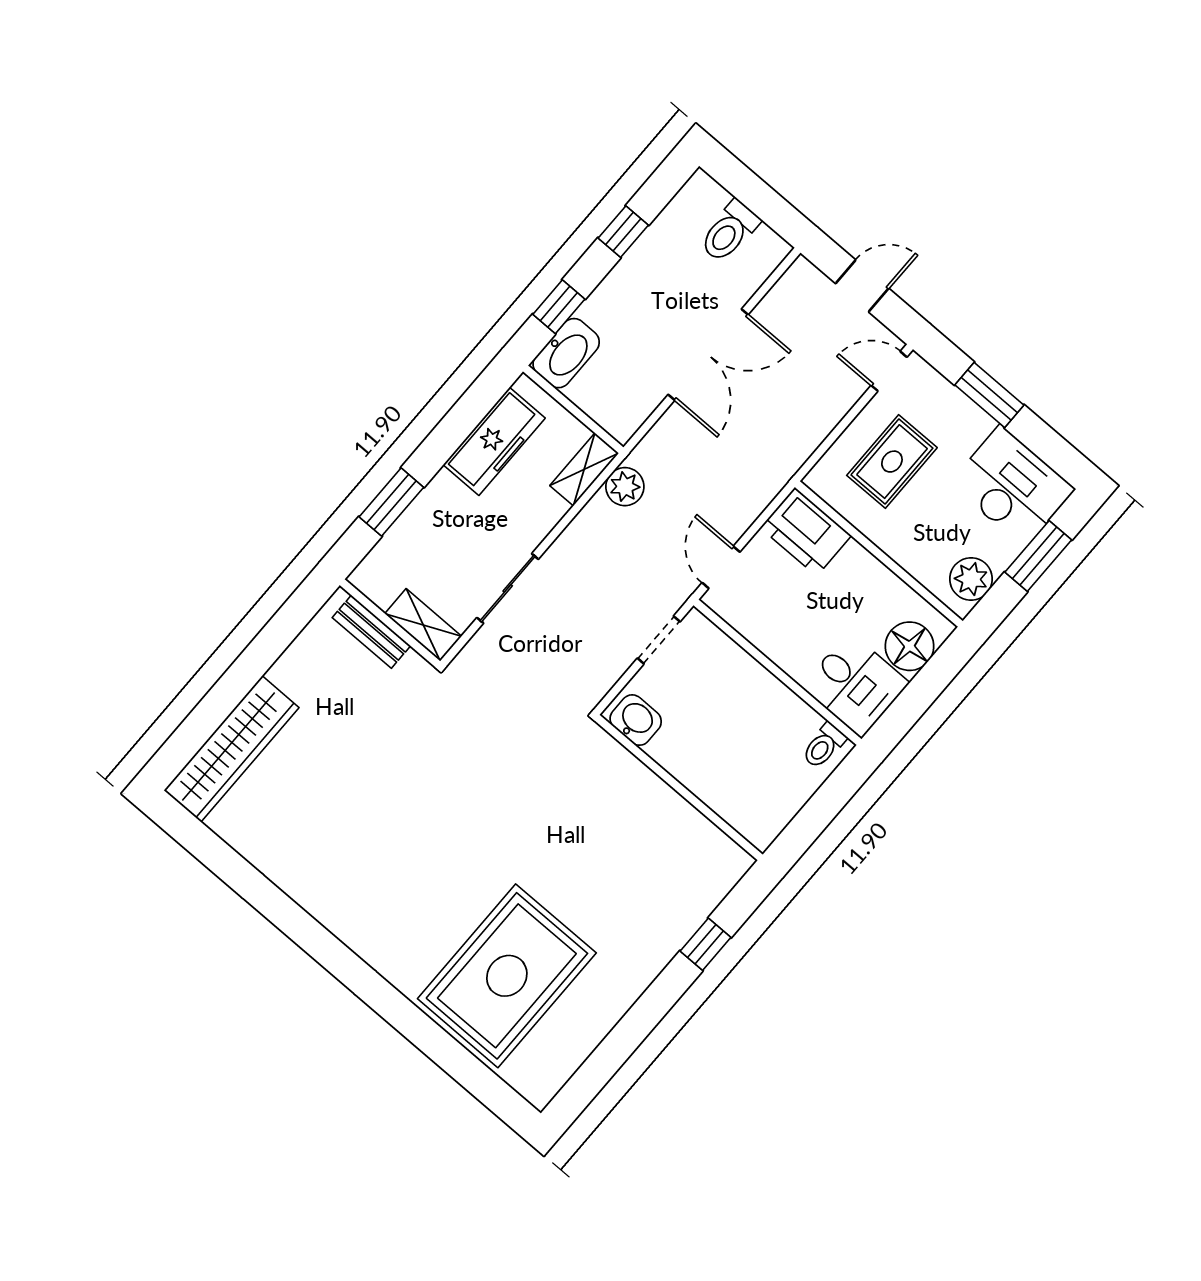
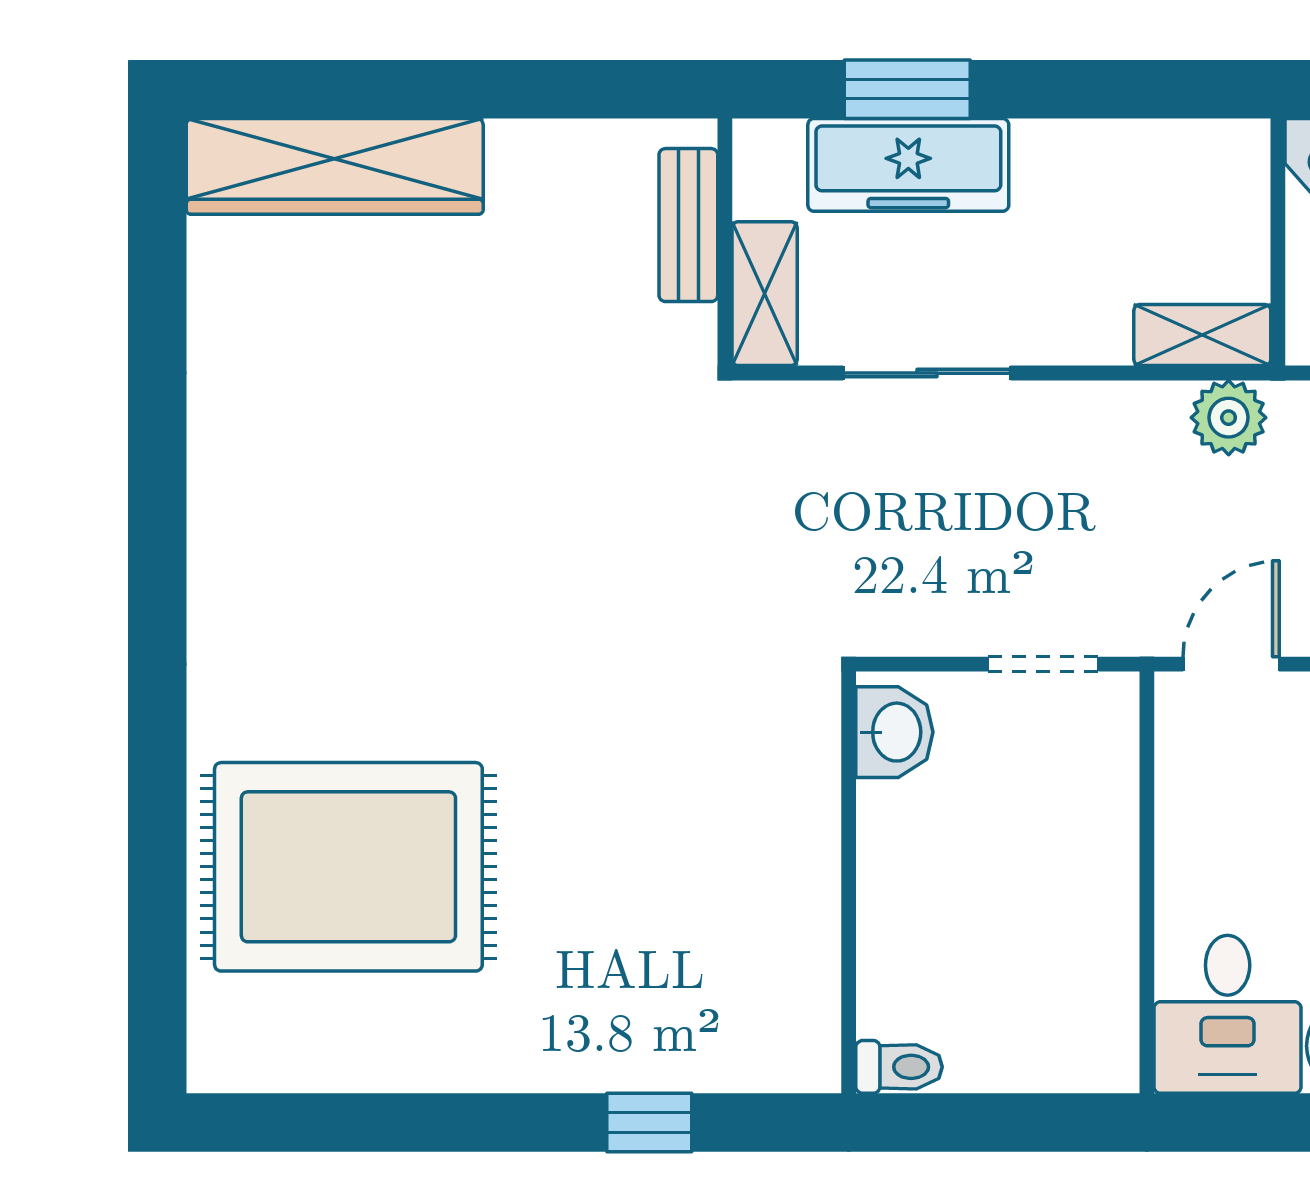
freezer: (494, 441) -> (908, 165), moved
toilet: (824, 746) -> (899, 1067), moved, turned 180

